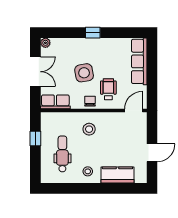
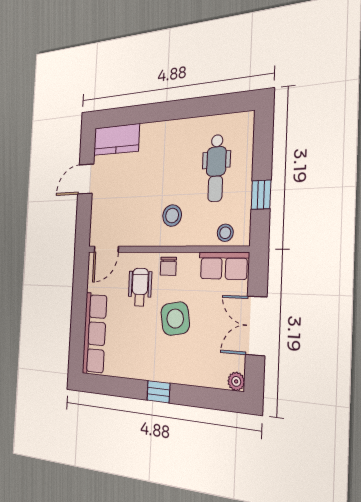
wheelchair: (108, 89) -> (140, 287), turned 180
stool: (88, 171) -> (225, 233), moved
kitchen counter: (117, 175) -> (116, 140), moved

